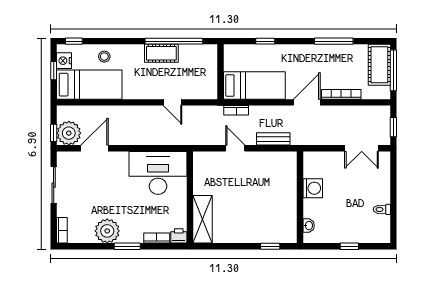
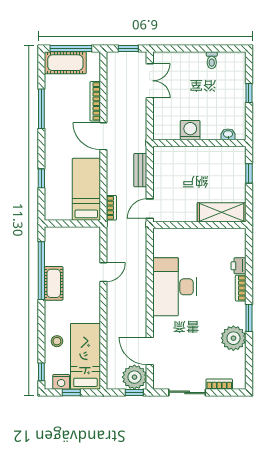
wall: (190, 197) -> (199, 225), moved
shelving: (202, 219) -> (222, 212), moved
bookcase: (62, 230) -> (219, 384), moved

